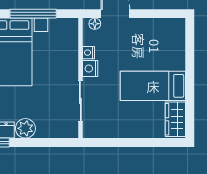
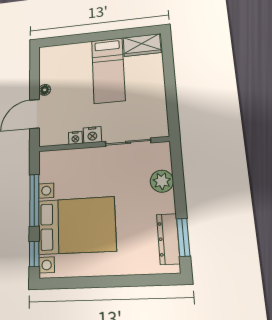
floor lamp: (95, 24) -> (45, 90), moved
plant: (25, 128) -> (162, 181), moved

